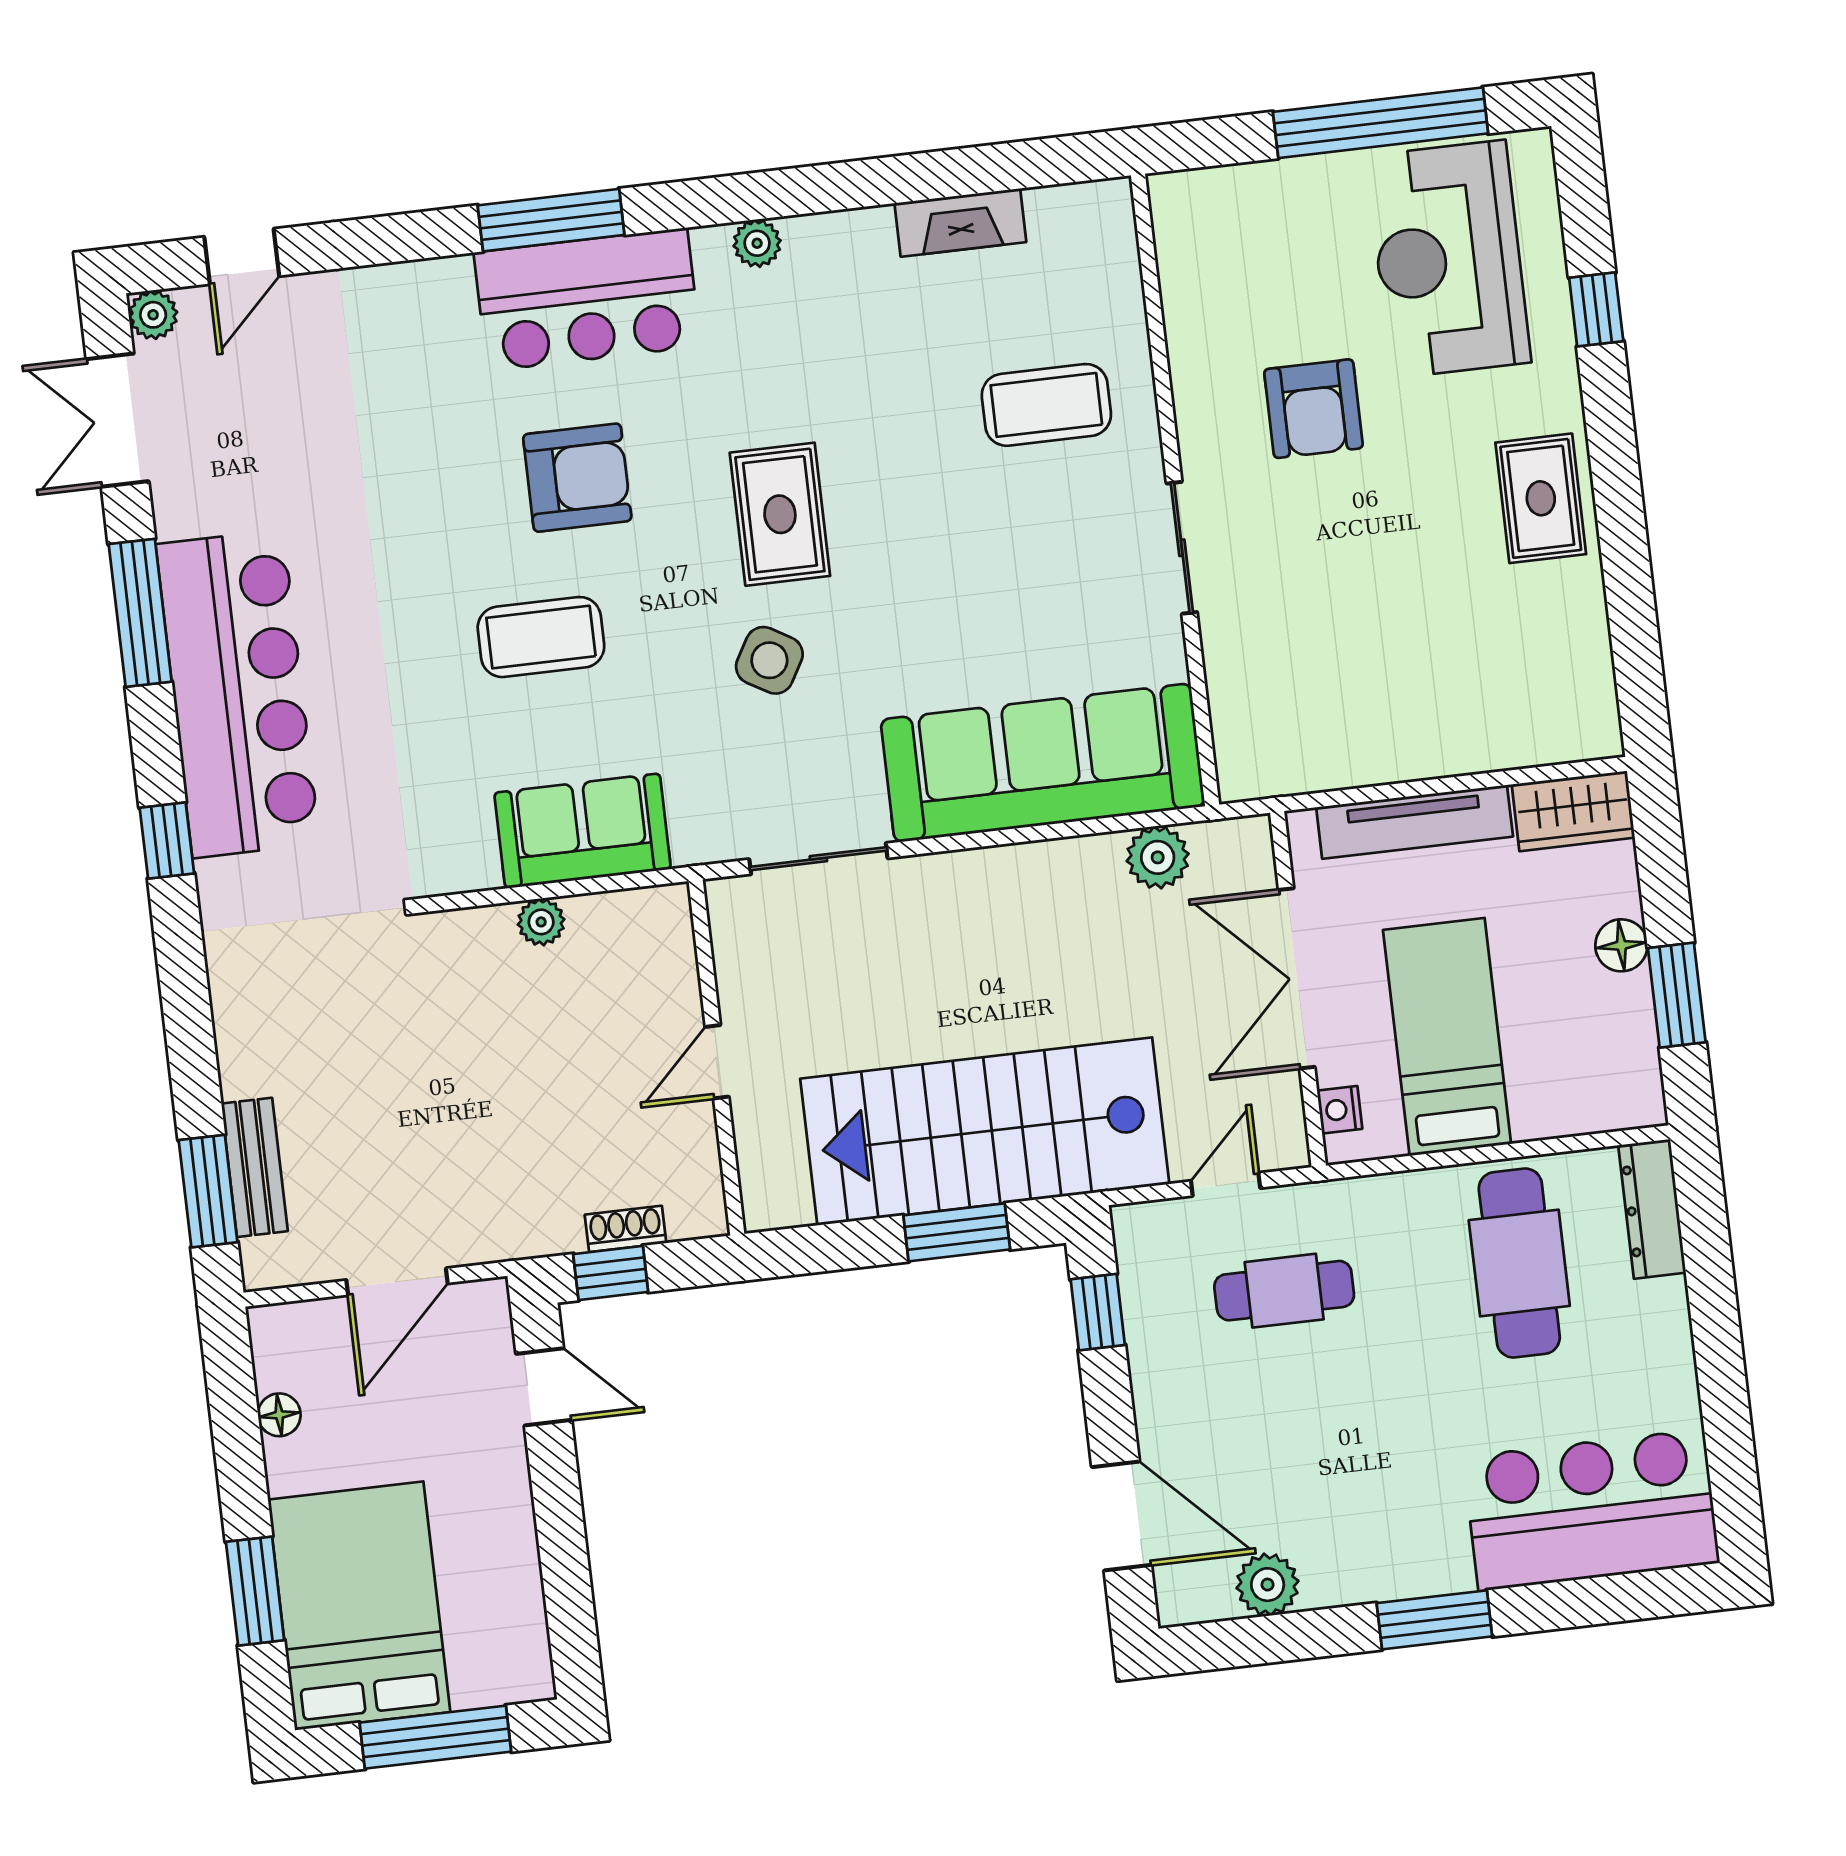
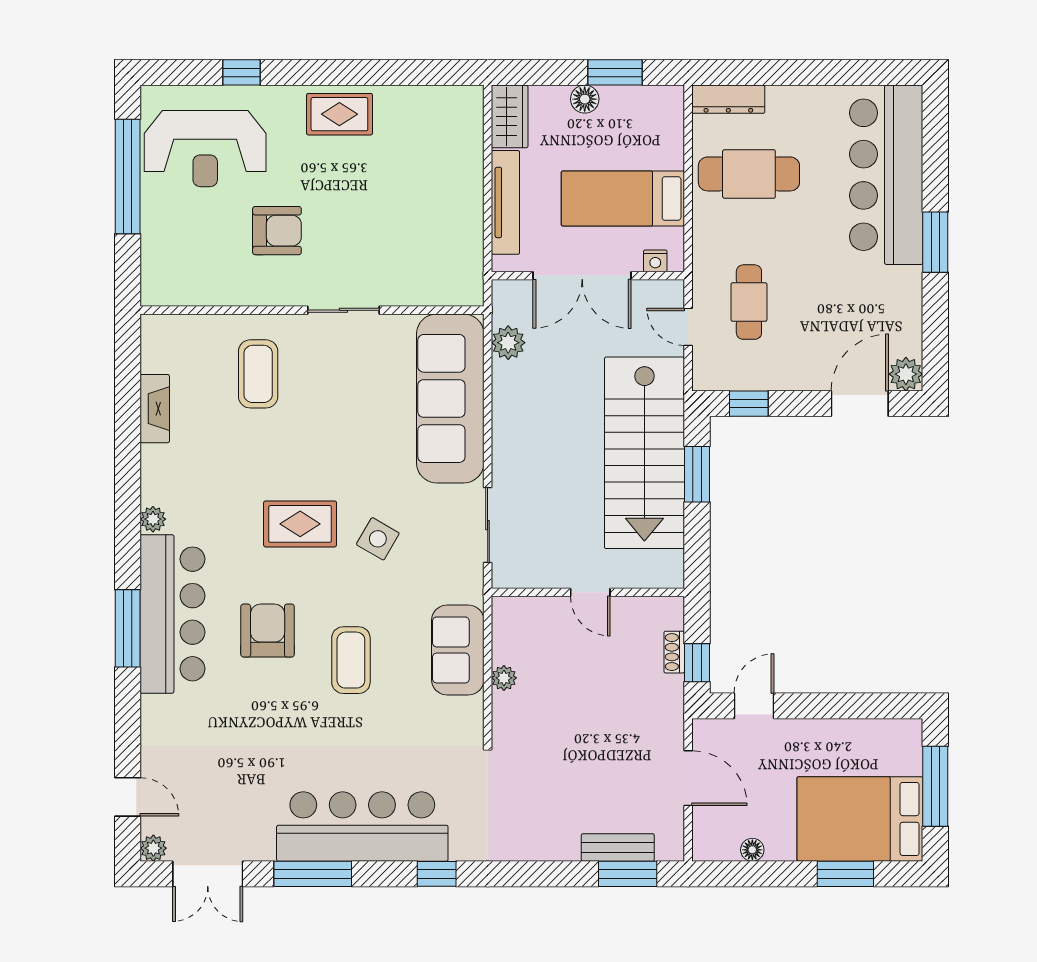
bar counter: (587, 299) -> (172, 614), width x1.36
bar counter: (1591, 1510) -> (886, 175), width x1.36
plant: (1268, 1585) -> (906, 374), moved

